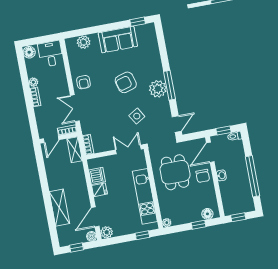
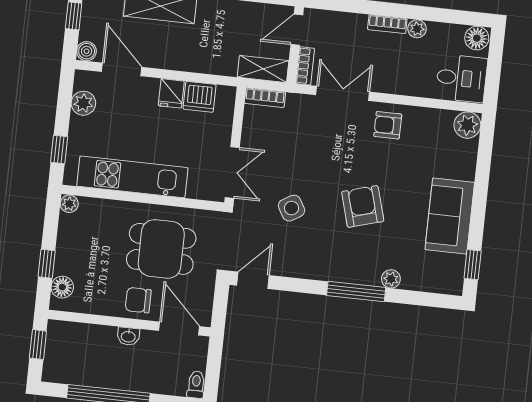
plant: (84, 42) -> (467, 125), moved
window: (169, 85) -> (356, 292), moved
plant: (158, 89) -> (391, 279), moved, width x0.53, depth x0.53
door: (177, 124) -> (253, 280), swing flipped
window: (224, 130) -> (213, 366), removed
door: (51, 139) -> (297, 30), hinge flipped
plant: (107, 232) -> (83, 103), moved

